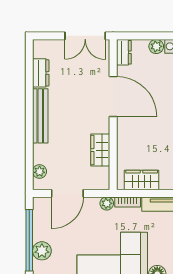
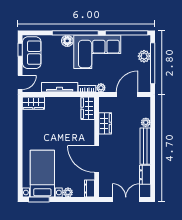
double door: (85, 36) -> (126, 199), moved
plant: (40, 171) -> (146, 122), moved
wardrobe: (142, 180) -> (88, 108), moved, turned 90

